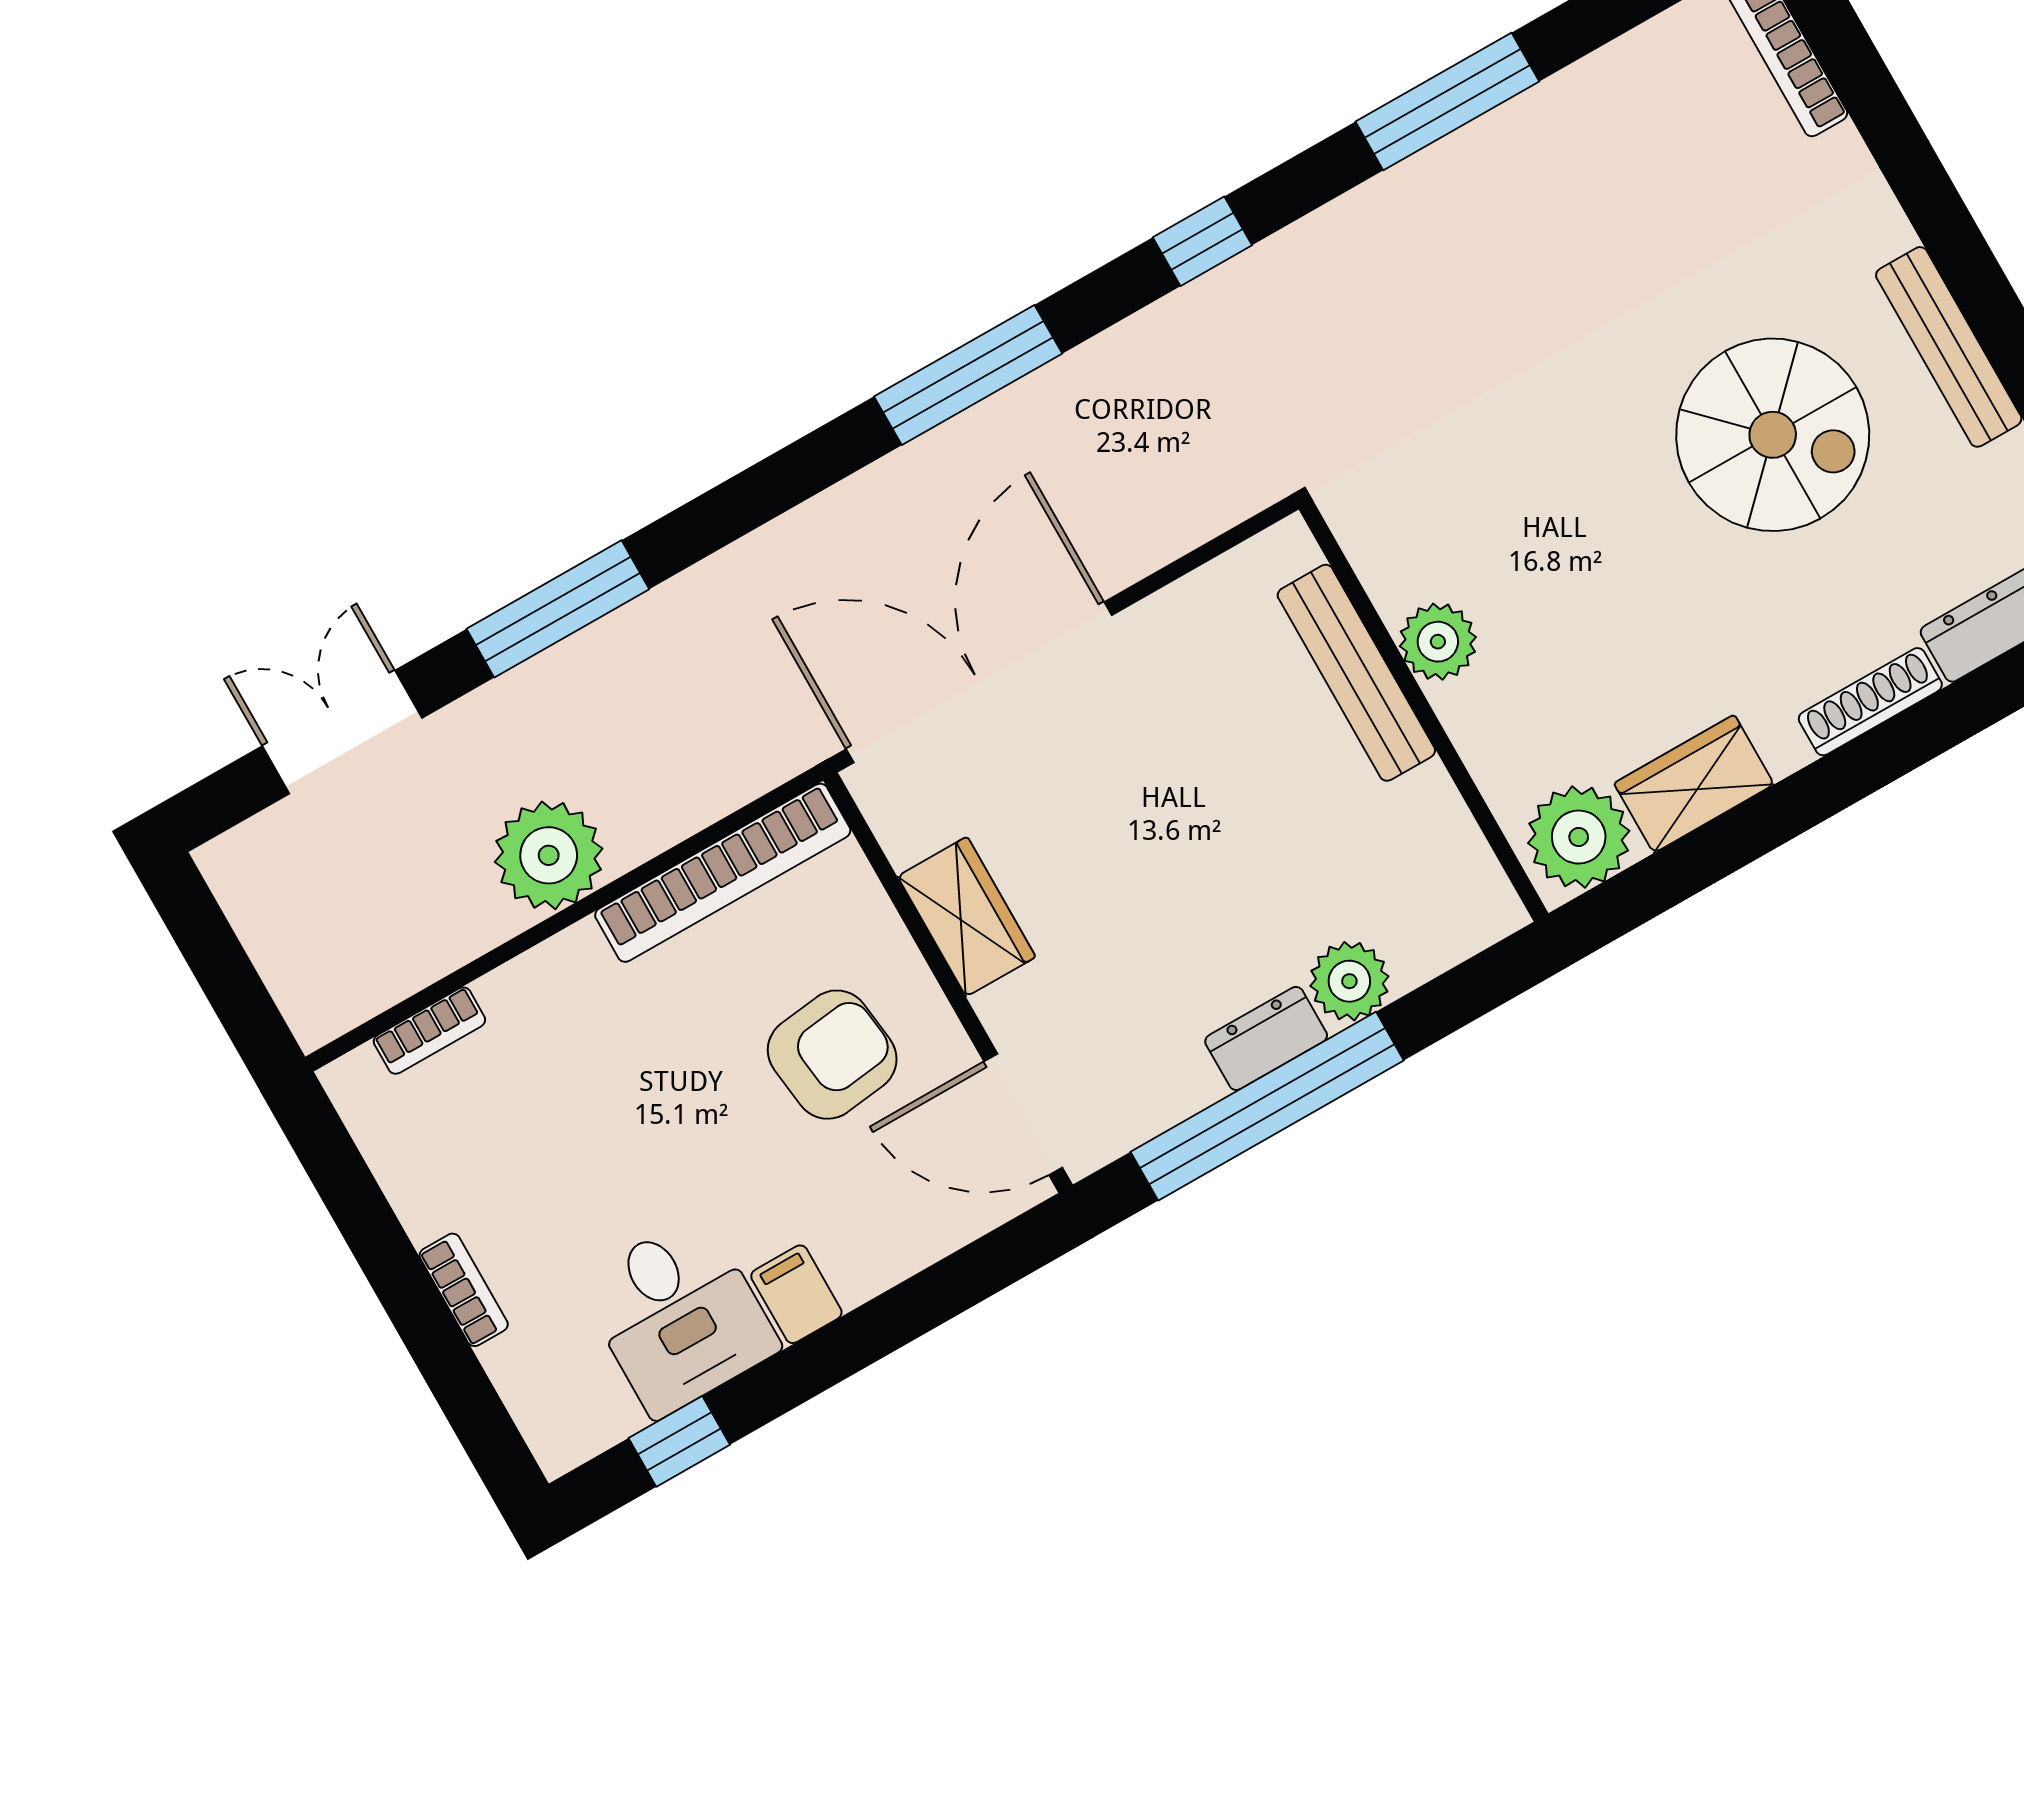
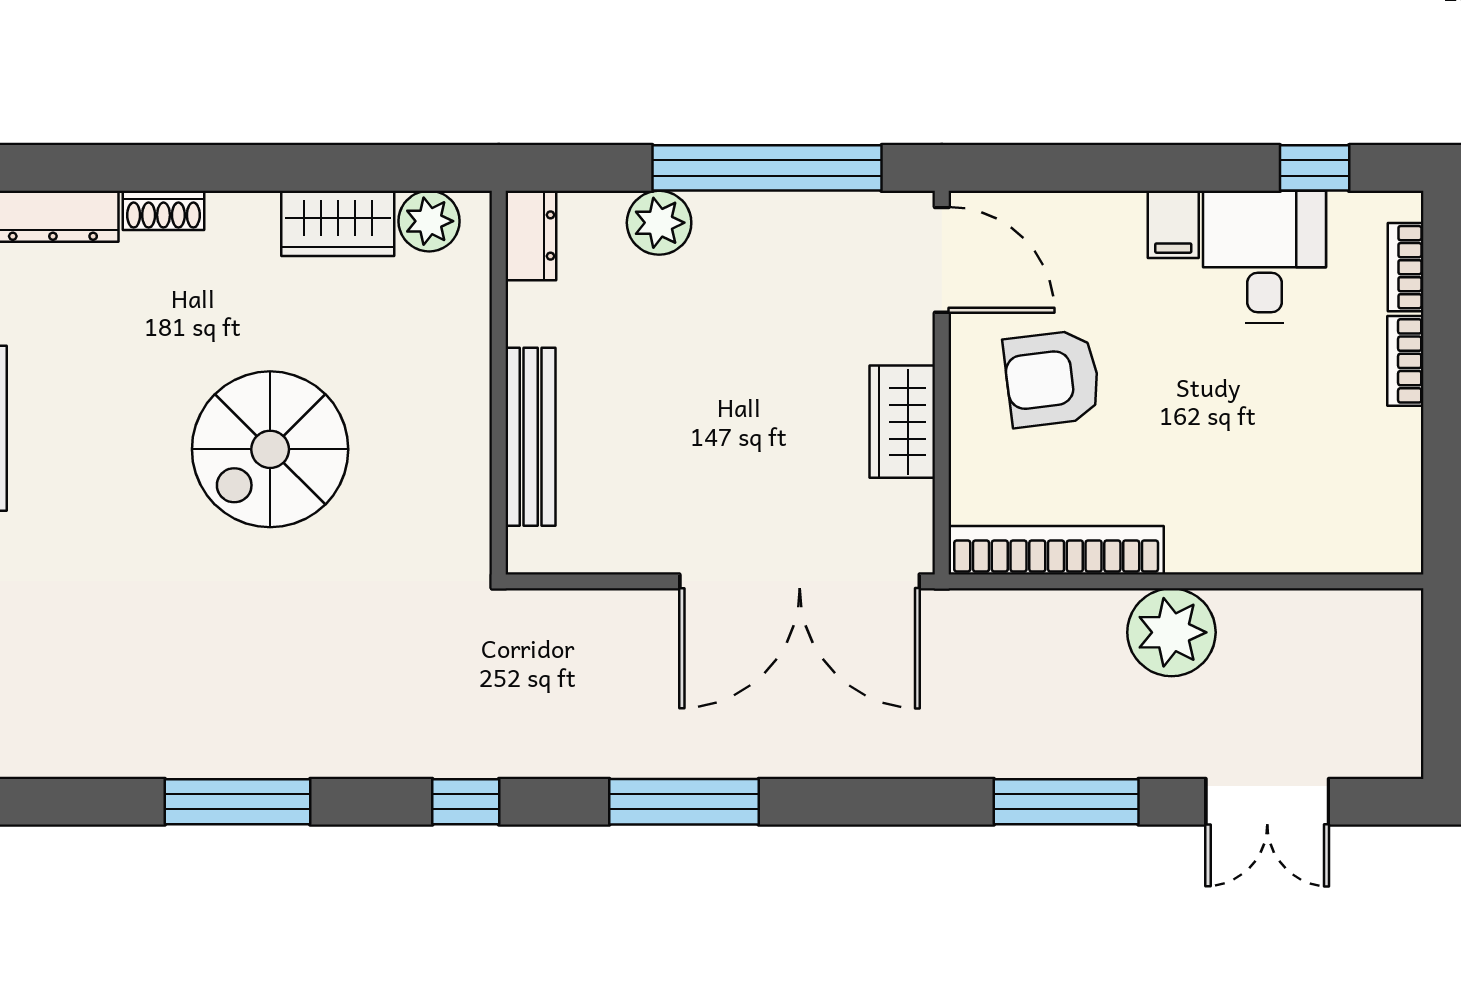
spiral stairs: (1773, 435) -> (270, 449), moved, turned -90
plant: (1438, 642) -> (461, 426), removed
shoe rack: (1870, 702) -> (163, 210), width x0.70
plant: (1579, 837) -> (429, 221), width x0.73, depth x0.73
bookcase: (429, 1031) -> (1406, 267), moved, turned -90
dresser: (1266, 1038) -> (531, 235), moved, turned -90

